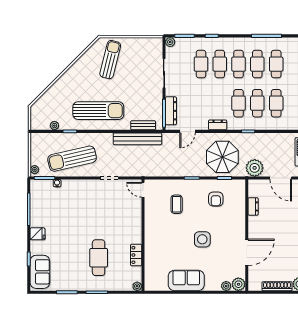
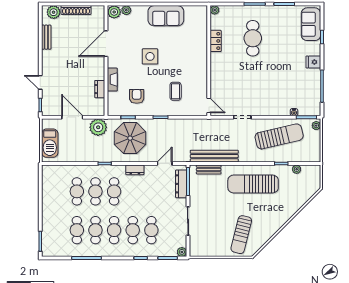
fireplace: (240, 216) -> (112, 80), added

